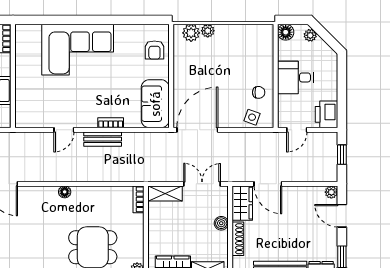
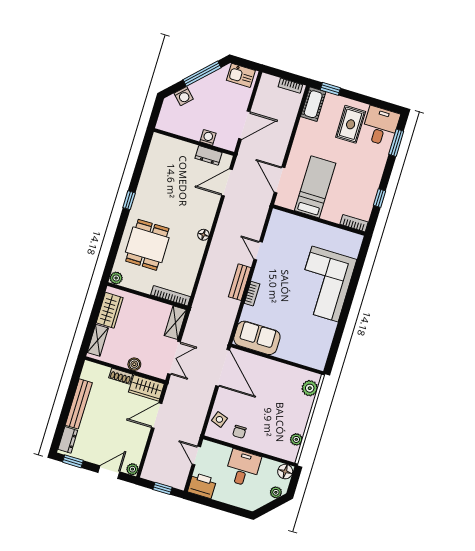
plant: (208, 31) -> (296, 439), moved
armchair: (154, 50) -> (304, 351), removed
bookcase: (139, 199) -> (171, 296), width x1.56
shoe rack: (238, 239) -> (121, 376), width x0.70

